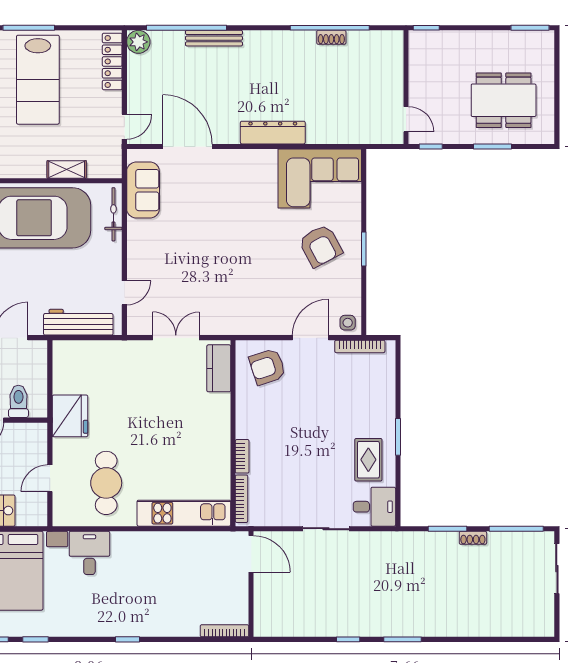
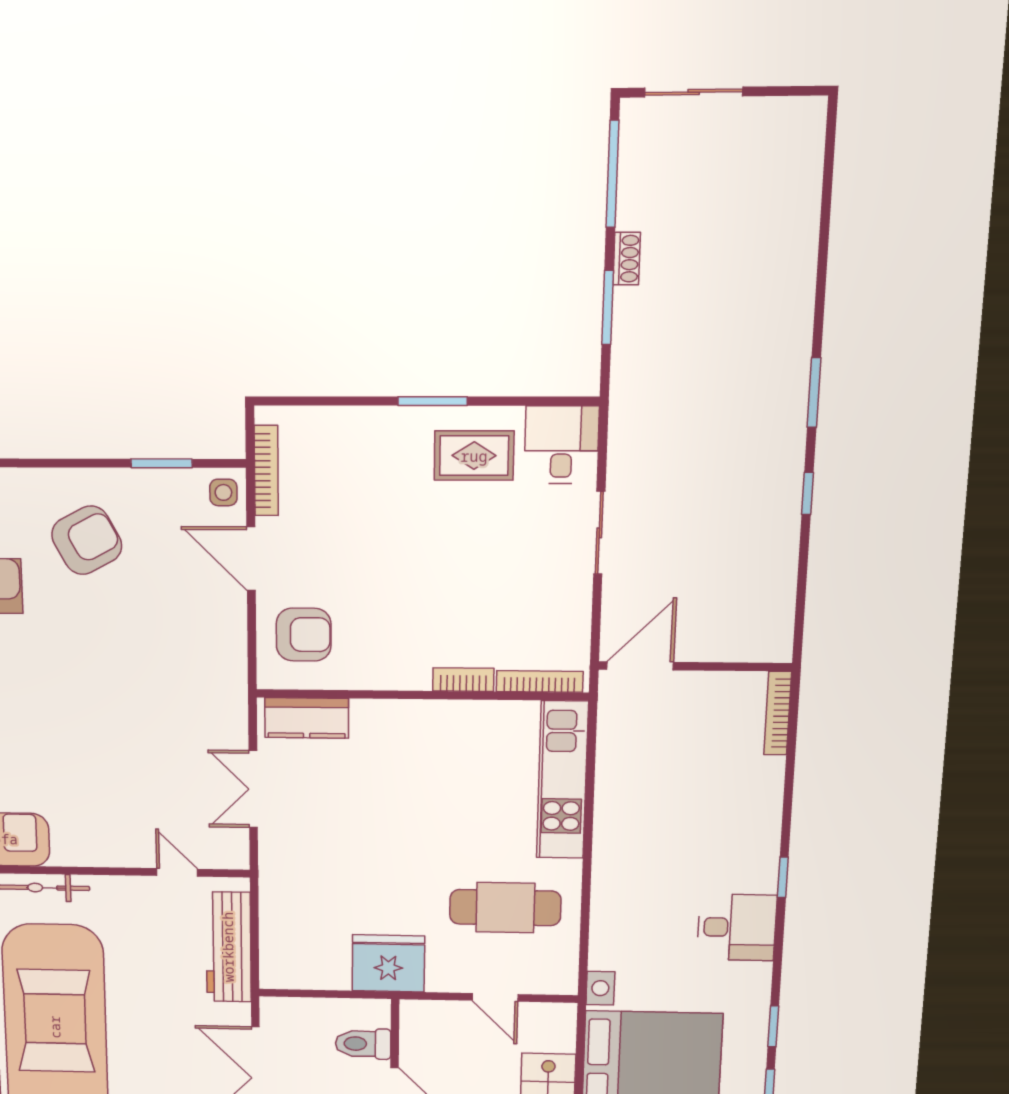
window: (364, 249) -> (162, 463), moved
armchair: (267, 367) -> (304, 635), turned -72
desk: (89, 553) -> (737, 927), moved, turned 180

